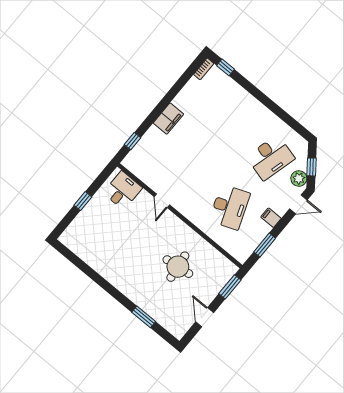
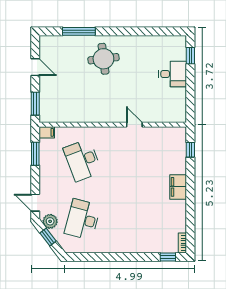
desk: (123, 190) -> (173, 74), moved, turned -90
window: (83, 201) -> (190, 56), moved
door: (298, 204) -> (35, 203), hinge flipped
filing cabinet: (271, 218) -> (47, 132), moved
round table: (178, 267) -> (103, 59), moved
window: (144, 317) -> (79, 31), width x1.44

